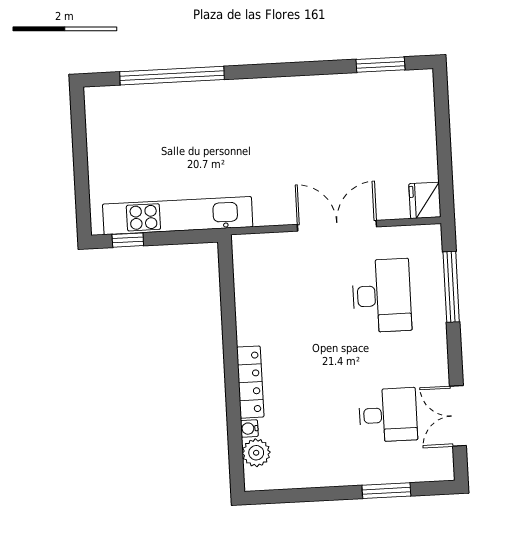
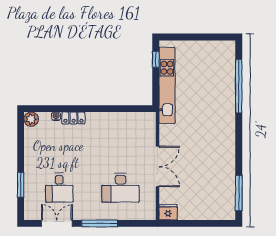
window: (380, 65) -> (239, 193), width x1.44
window: (451, 287) -> (100, 223), moved
locker: (250, 382) -> (73, 118), width x0.66
plant: (256, 453) -> (31, 119), moved

